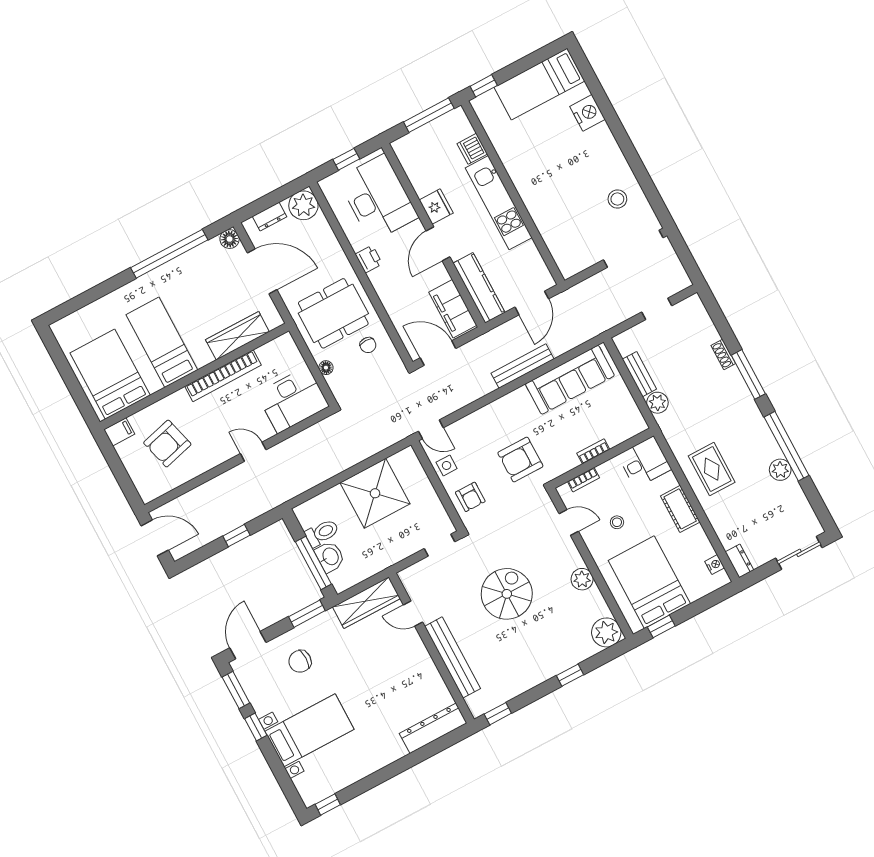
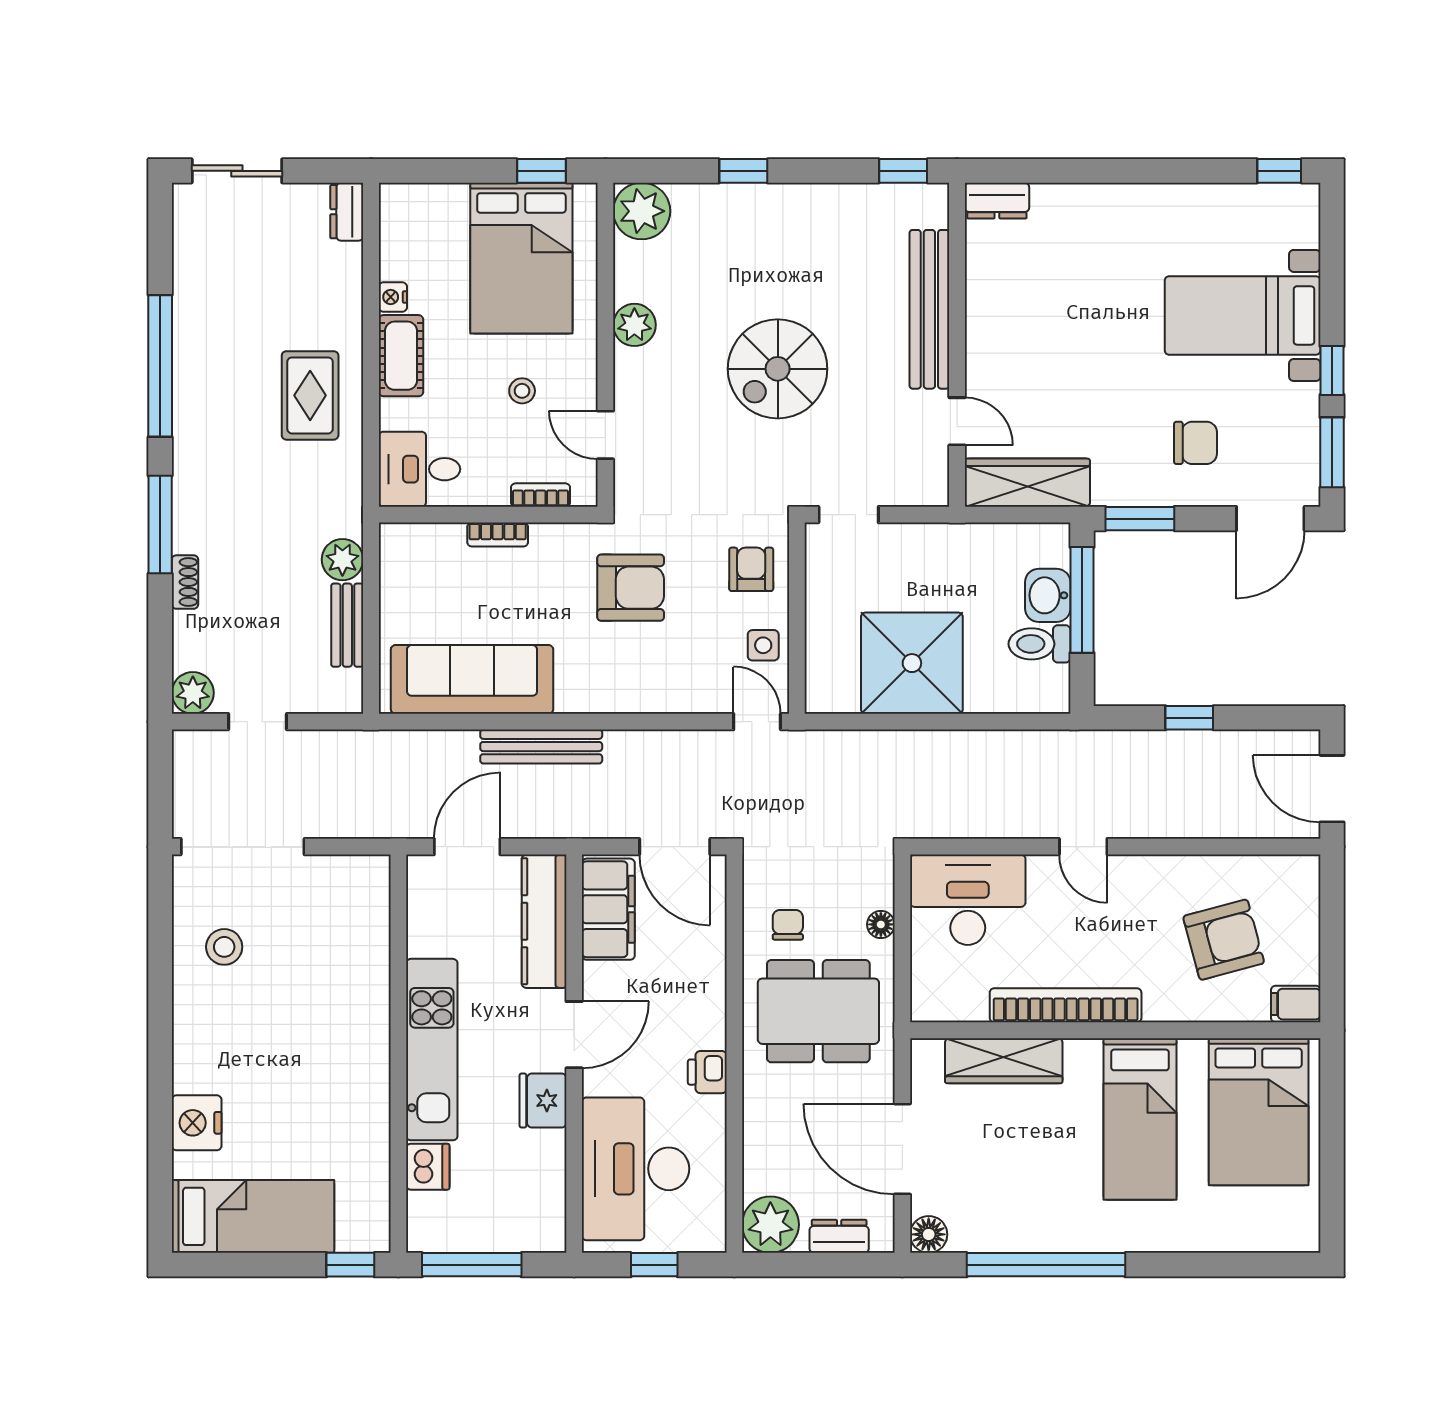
plant: (780, 470) -> (193, 693), moved
nightstand: (715, 565) -> (393, 297), moved
dresser: (433, 728) -> (997, 201), width x0.51, depth x0.80

